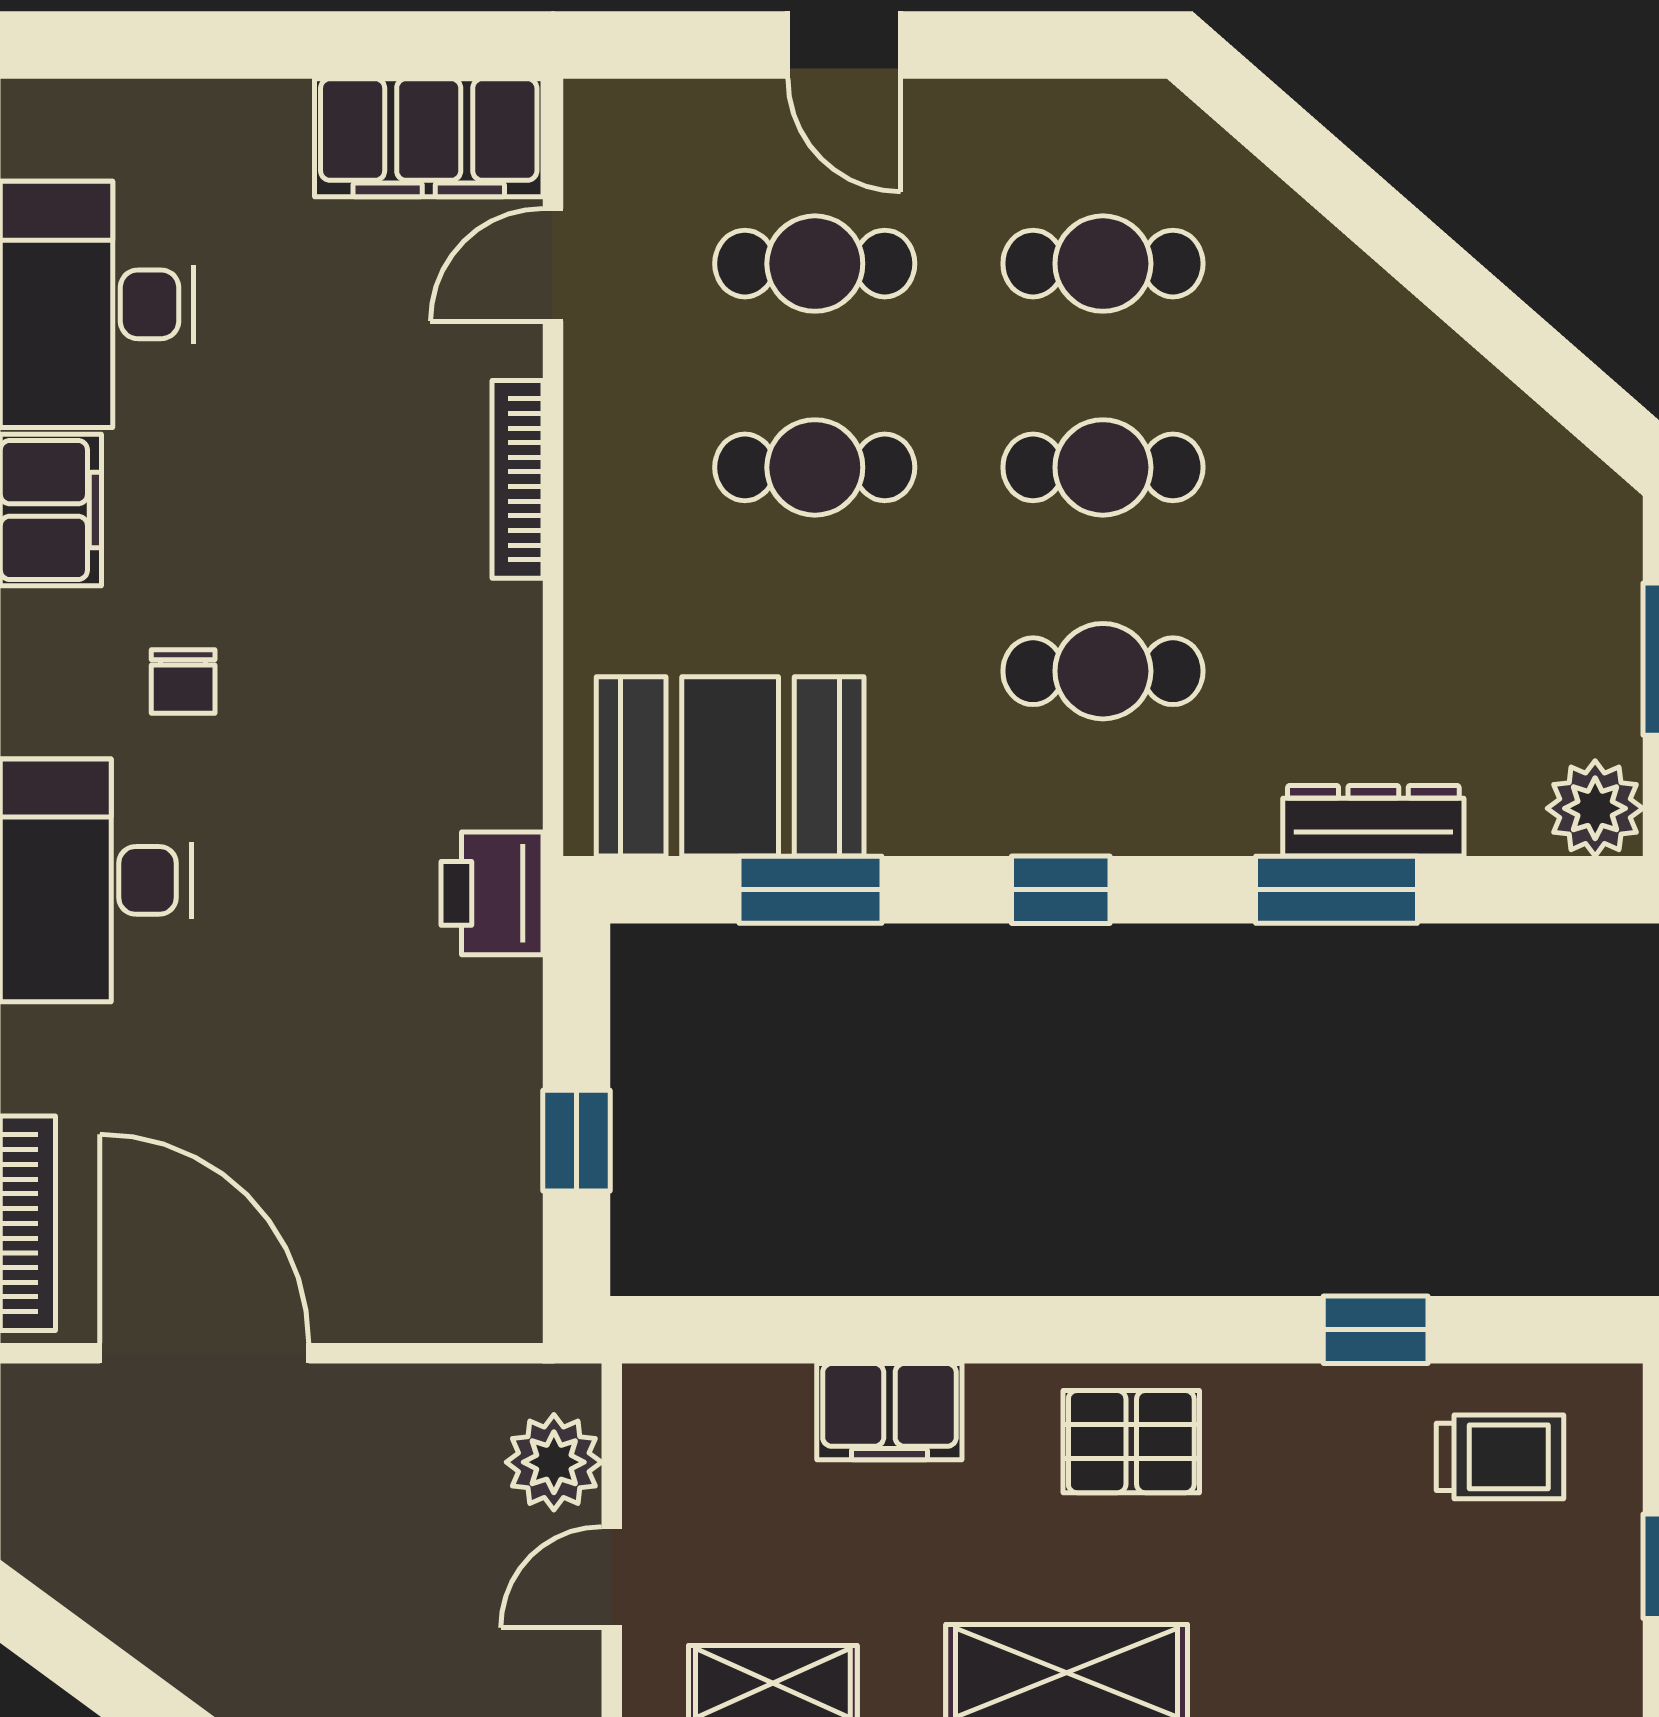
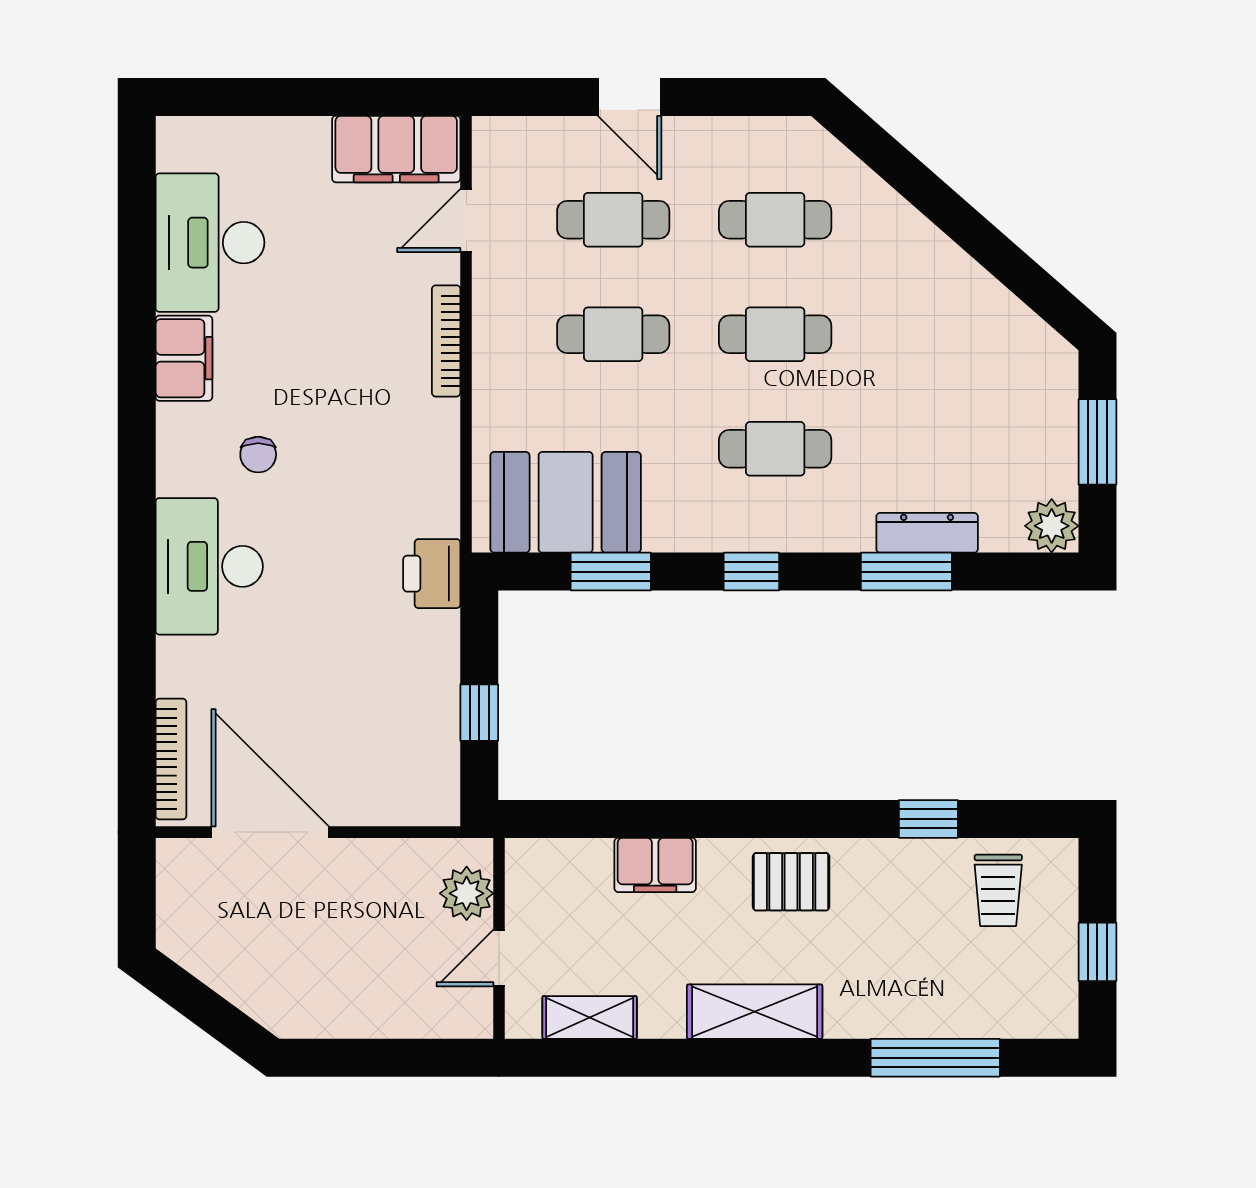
trolley: (1500, 1457) -> (998, 890), turned 90

